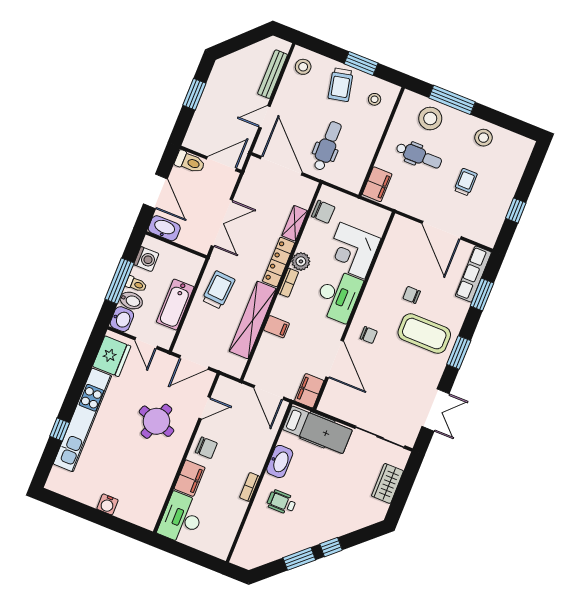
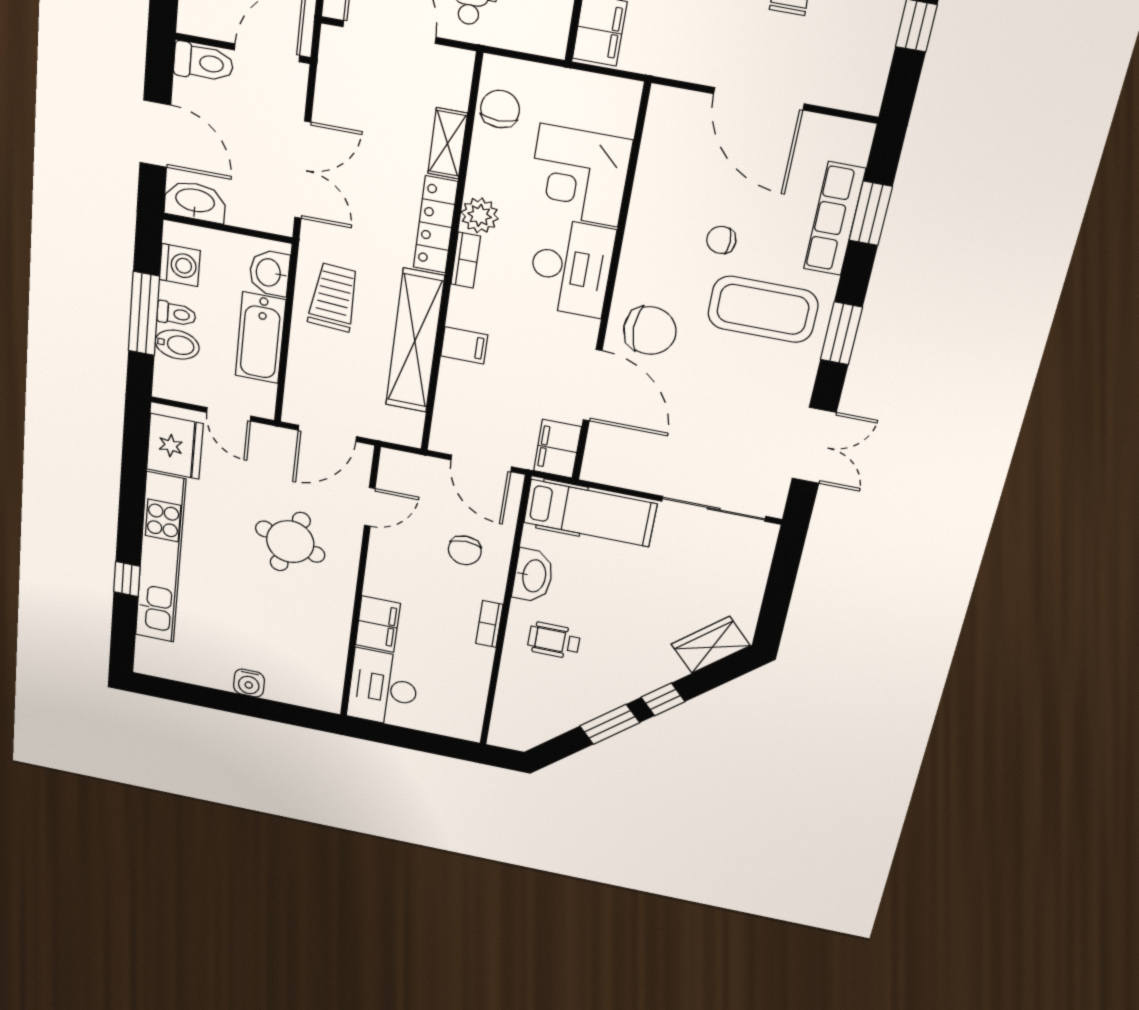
chair: (323, 212) -> (500, 109), turned -91
row of seats: (473, 274) -> (835, 219), moved
washbasin: (122, 319) -> (269, 273), moved, turned 180
chair: (369, 335) -> (650, 331), width x1.87, depth x1.87
chair: (206, 448) -> (465, 550), moved, turned 90
wardrobe: (387, 483) -> (711, 645), moved, turned 48

